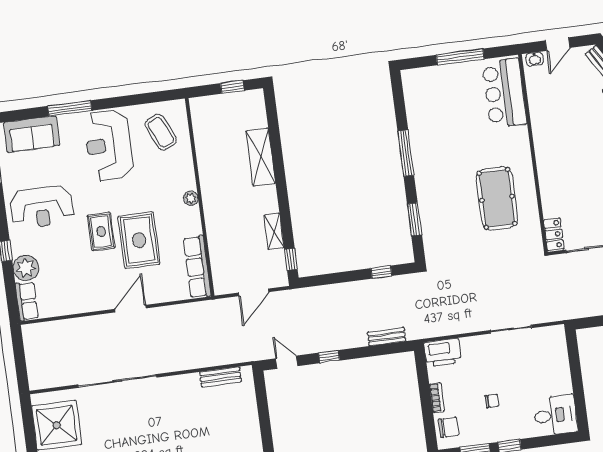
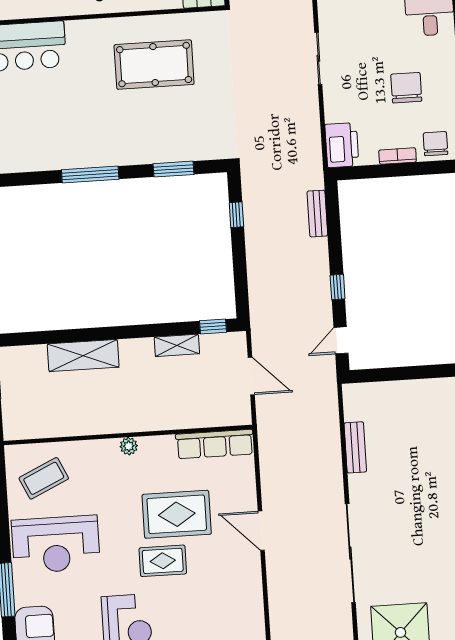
bench: (220, 377) -> (355, 447), moved
chair: (492, 401) -> (406, 88), width x1.87, depth x1.87

